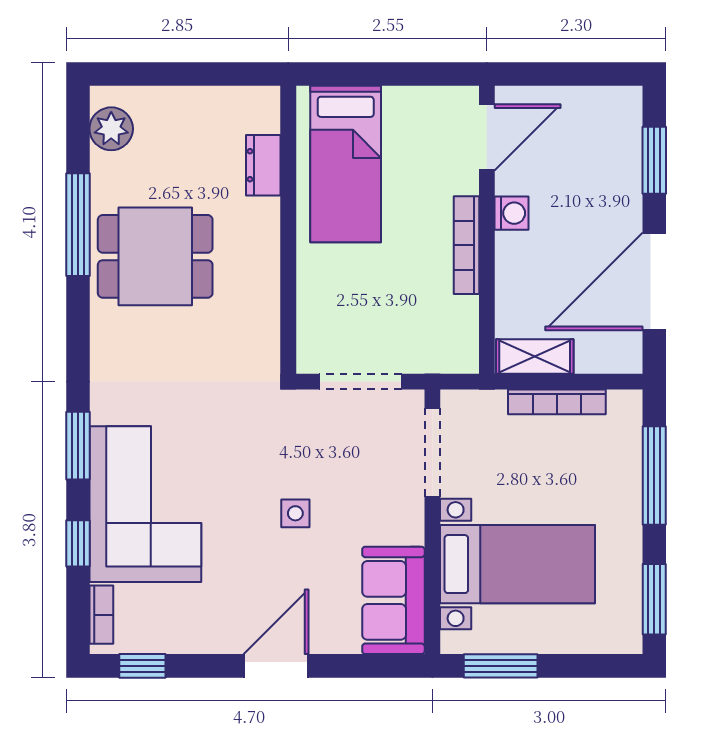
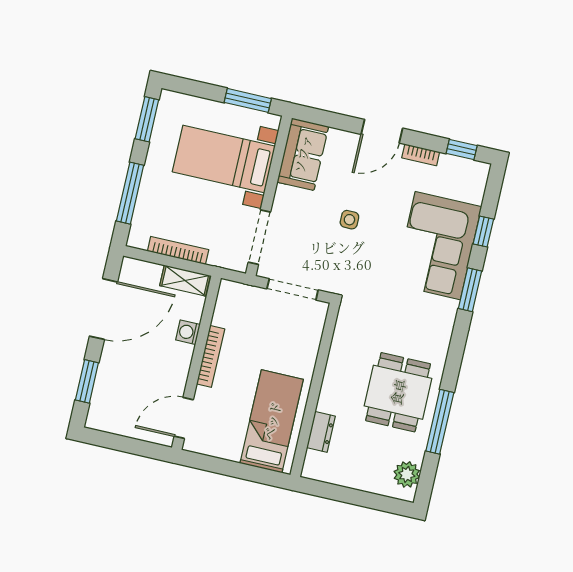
washing machine: (511, 213) -> (188, 332), moved
dining table: (155, 256) -> (398, 392), turned 90
bookcase: (101, 615) -> (421, 155), moved, turned -90

